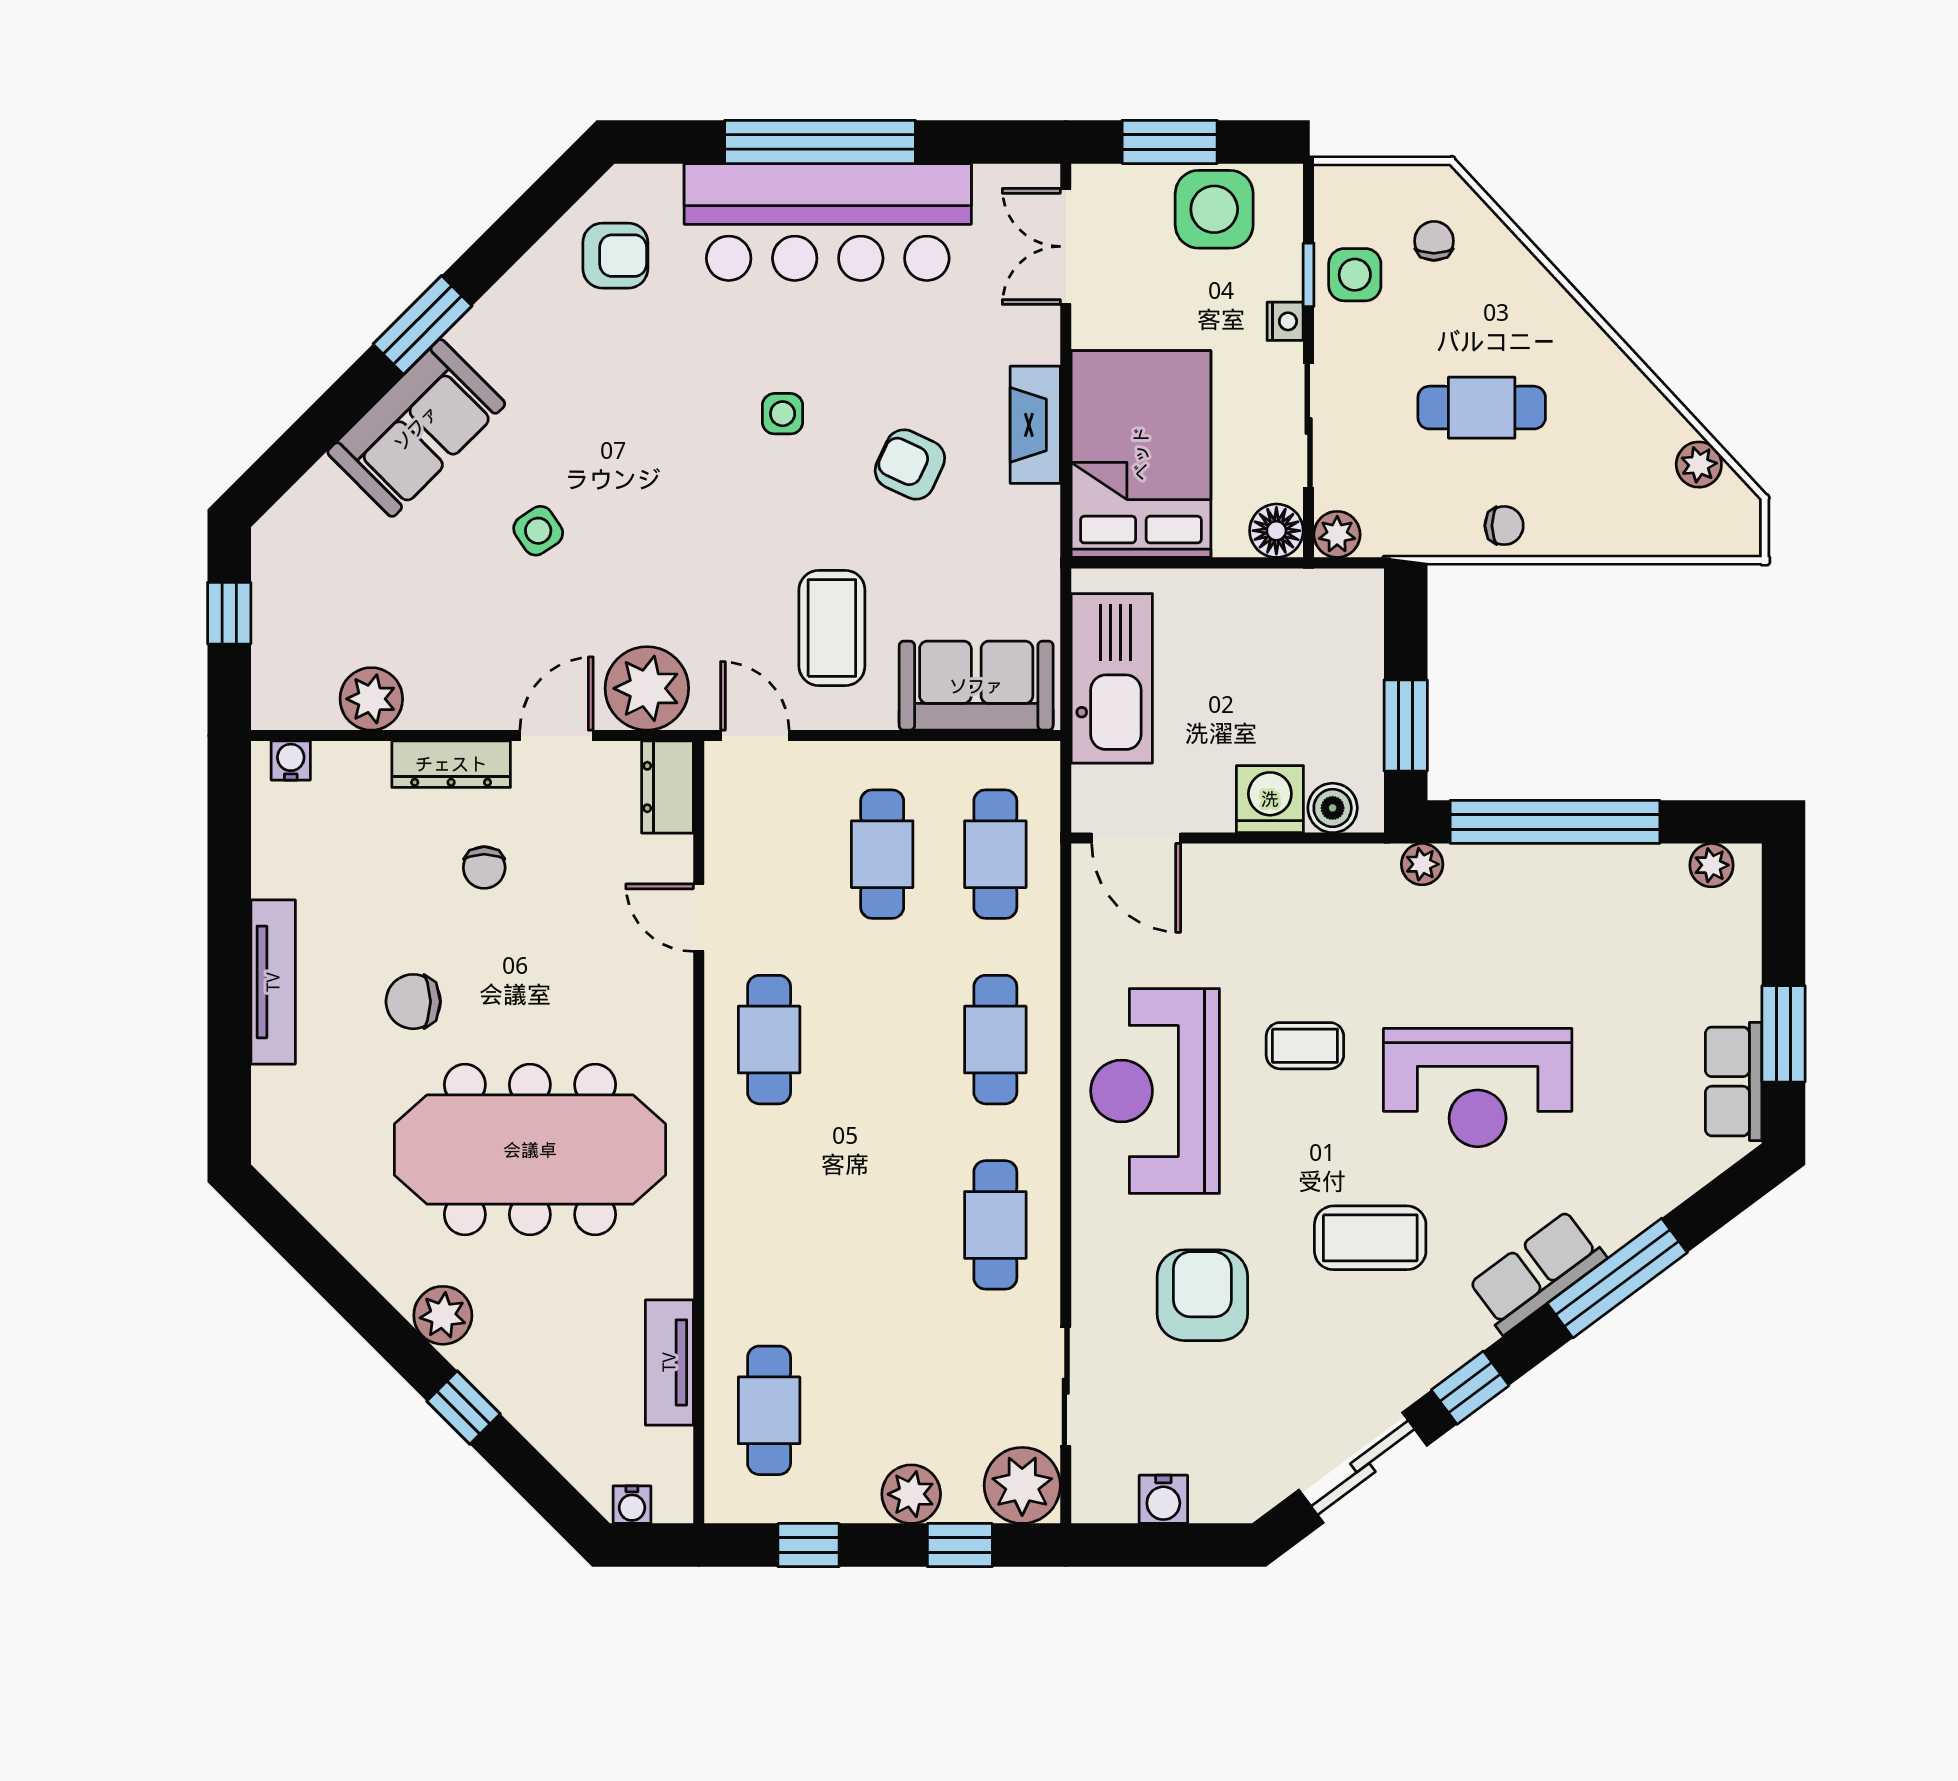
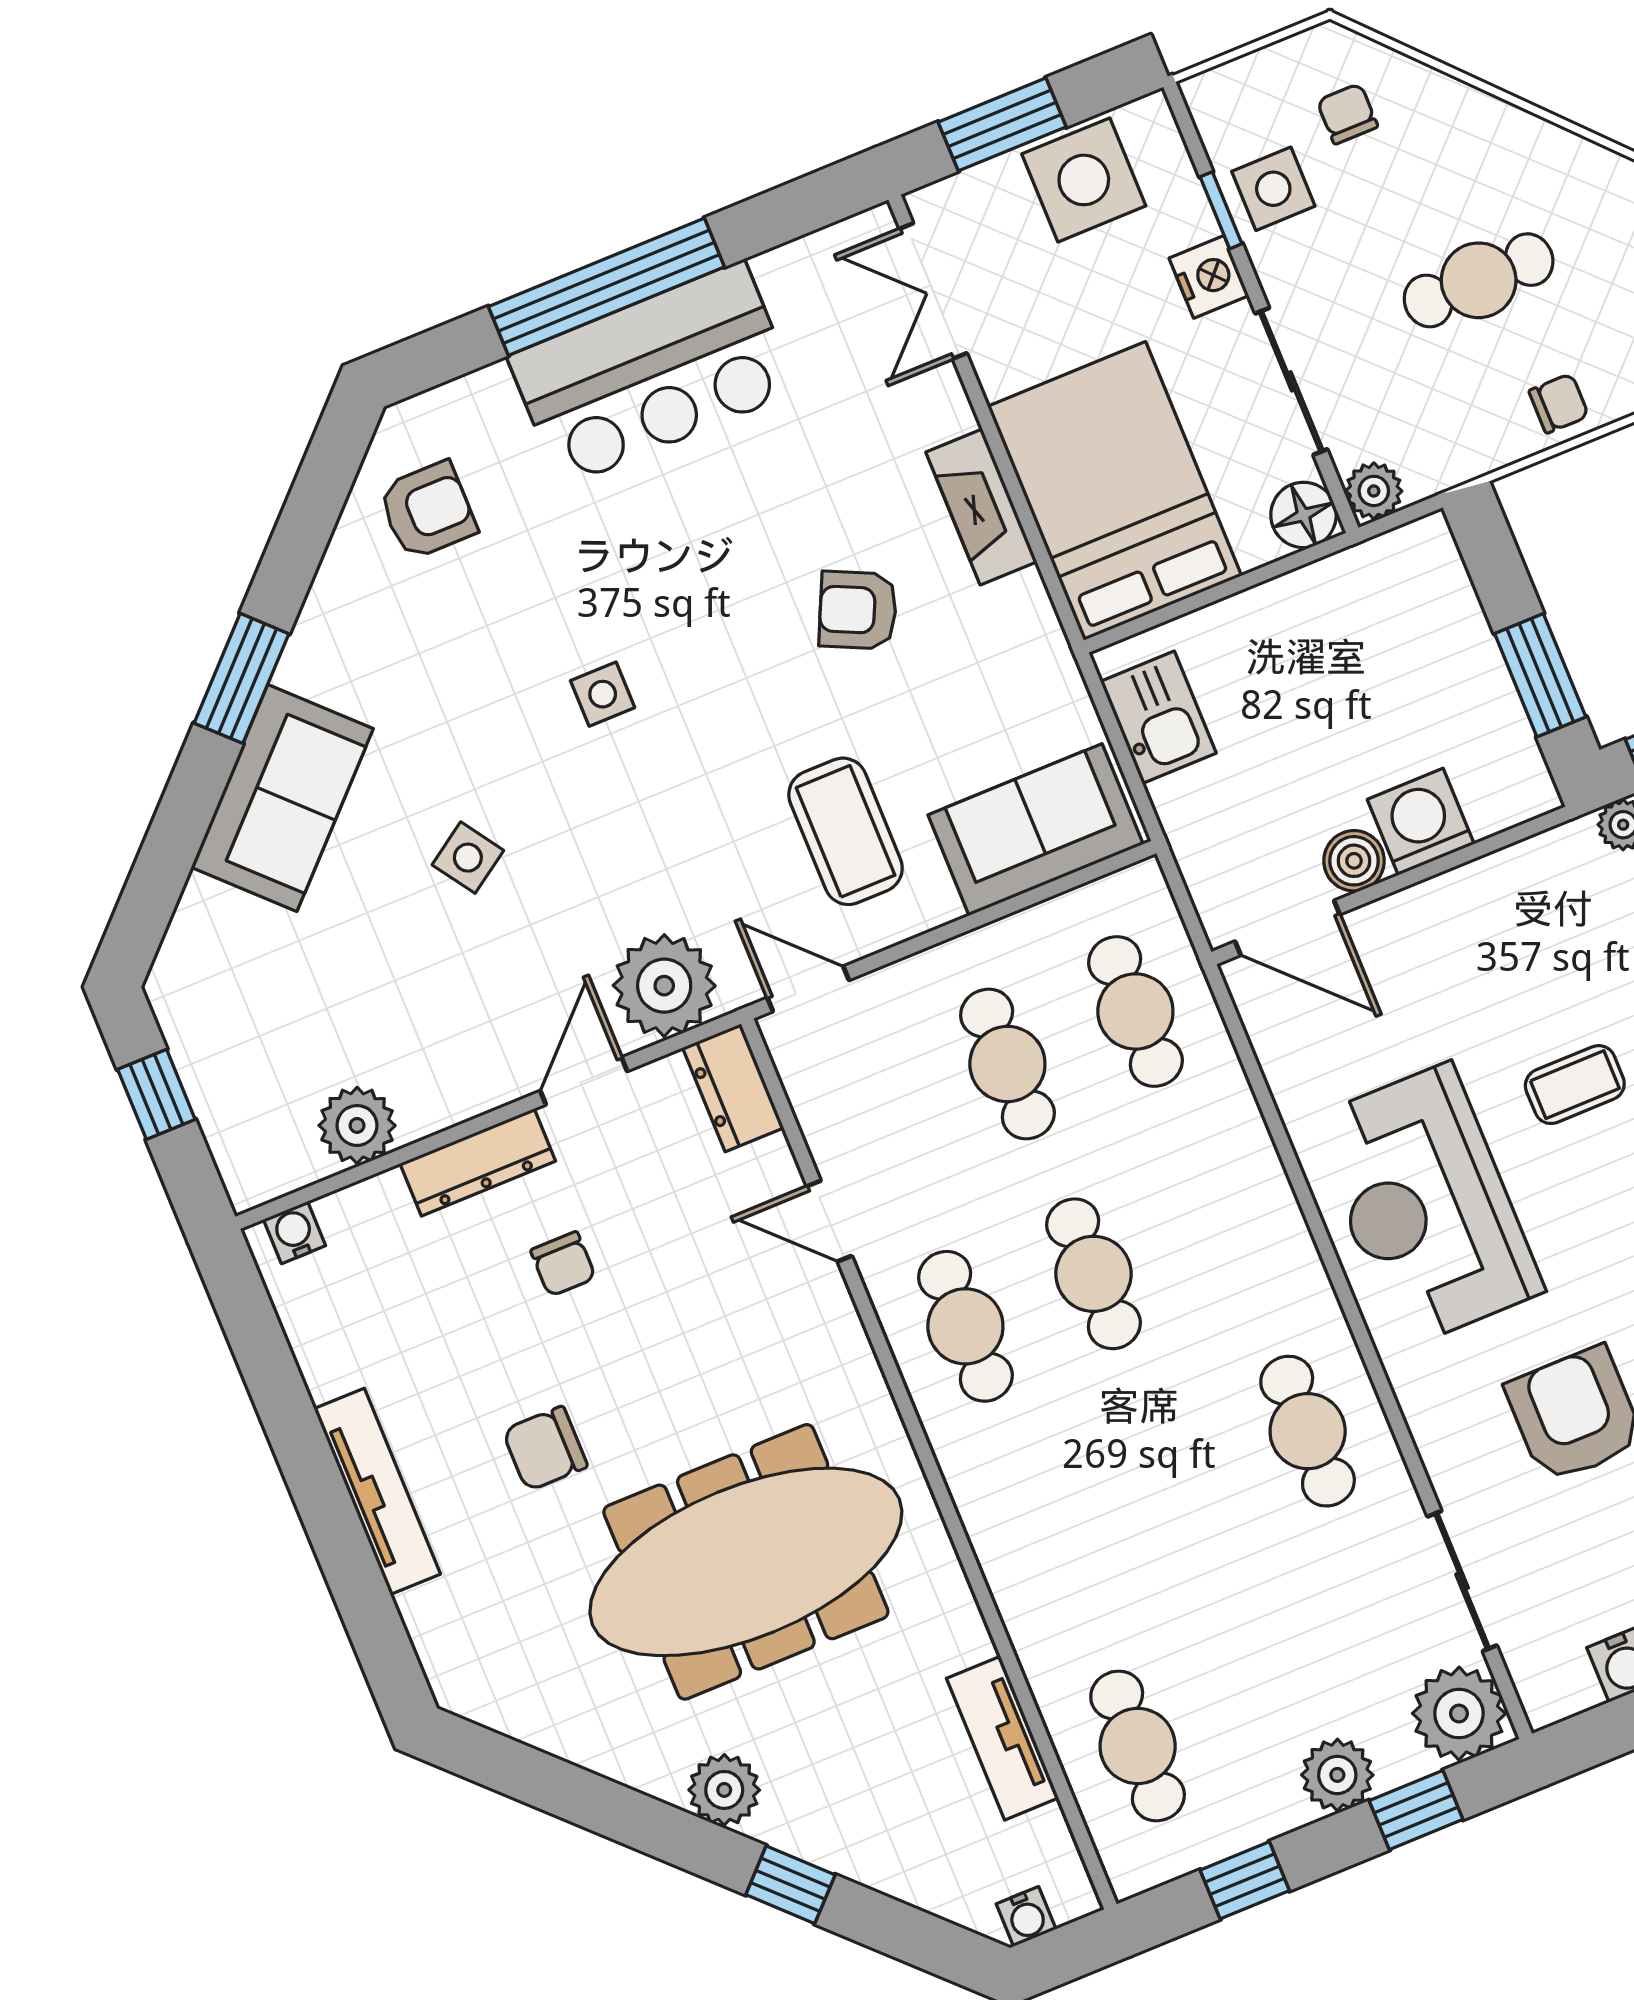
bar counter: (828, 222) -> (652, 374), width x0.73
nightstand: (1285, 321) -> (1209, 277), width x1.39, depth x1.35
side table: (783, 414) -> (603, 694), moved
kitchen sink: (1112, 678) -> (1158, 717), width x0.53, depth x0.81
boiler: (1333, 808) -> (1354, 861), moved
cafe table: (995, 1040) -> (1093, 1274), moved

